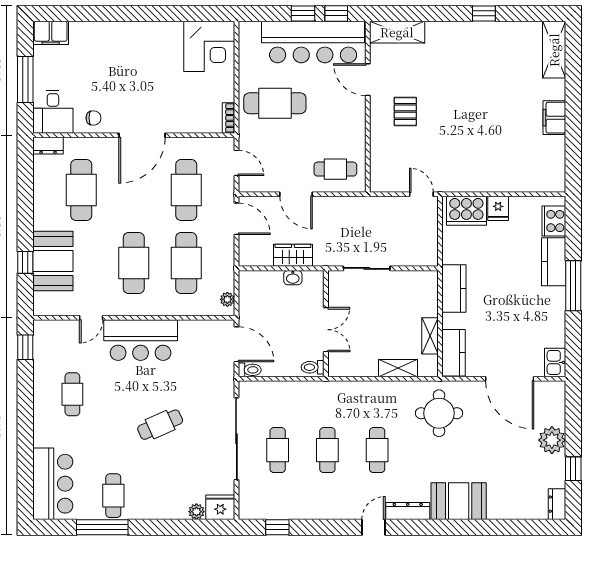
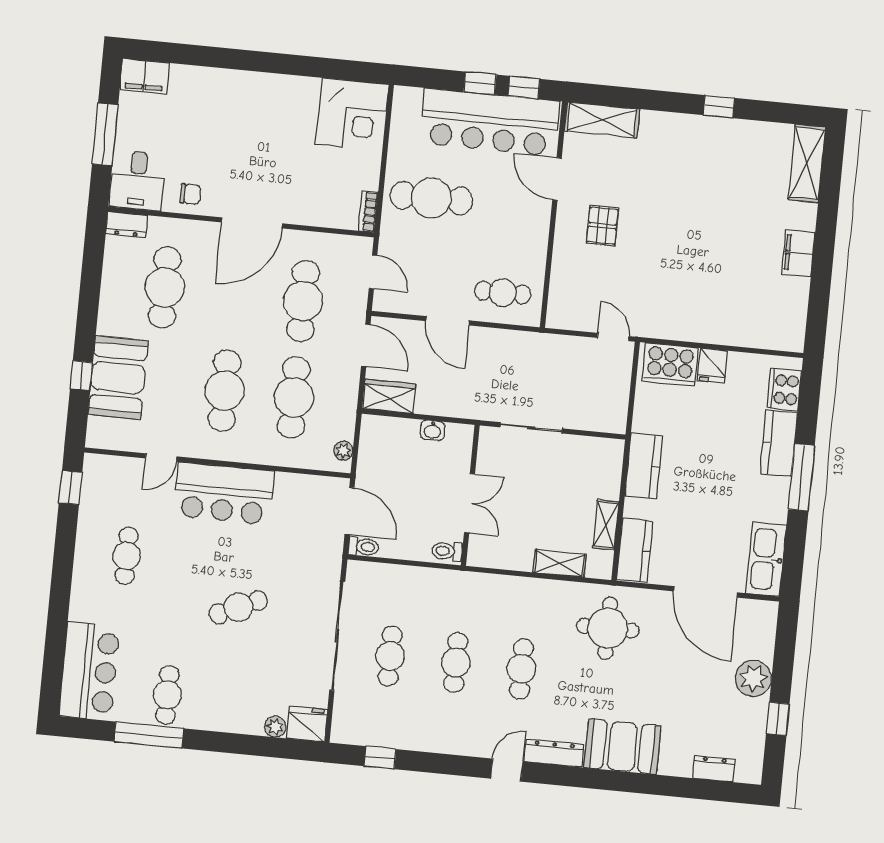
wardrobe: (293, 255) -> (389, 396), moved
kitchen sink: (555, 362) -> (766, 559), width x1.88, depth x1.24
dresser: (557, 504) -> (714, 769), moved, turned 90

